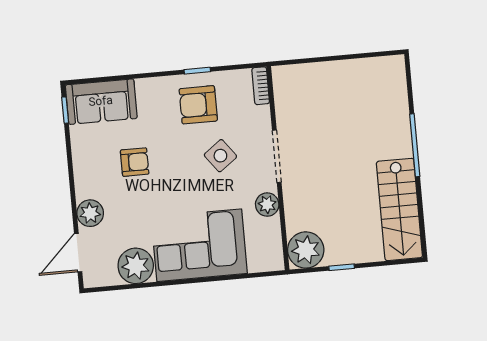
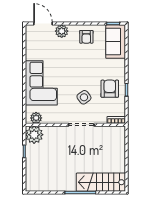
armchair: (135, 162) -> (86, 37), moved
plant: (267, 205) -> (36, 118), moved
stairs: (399, 209) -> (101, 182), moved
plant: (136, 266) -> (34, 51), removed

